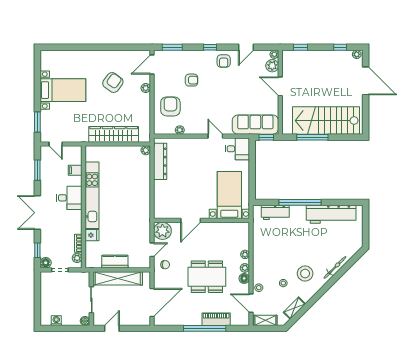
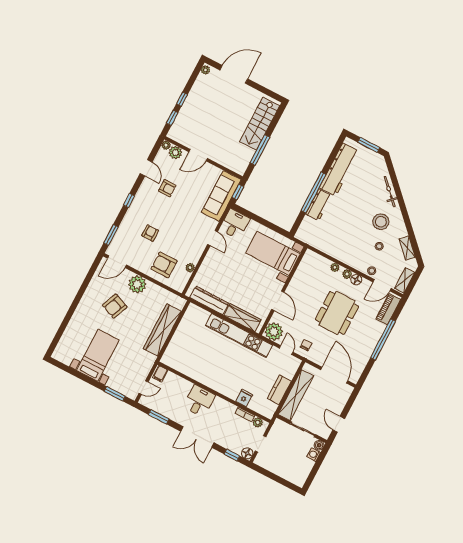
window: (340, 47) -> (182, 99), moved
armchair: (224, 61) -> (167, 188), moved
door: (152, 64) -> (117, 262), hinge flipped
armchair: (113, 83) -> (115, 306), turned -104
plant: (146, 88) -> (137, 284), width x1.87, depth x1.87
stairs: (326, 121) -> (260, 124), width x0.73, depth x0.66
door: (215, 136) -> (213, 238), swing flipped
plant: (146, 150) -> (192, 308), removed
filing cabinet: (75, 170) -> (160, 374), moved
kitchen unit: (92, 195) -> (239, 335), moved, turned 180
wardrobe: (160, 198) -> (242, 318), added
workbench: (275, 212) -> (319, 205), moved
window: (366, 228) -> (369, 145), added
piano: (216, 319) -> (388, 309), moved
washing machine: (56, 321) -> (314, 455), moved

